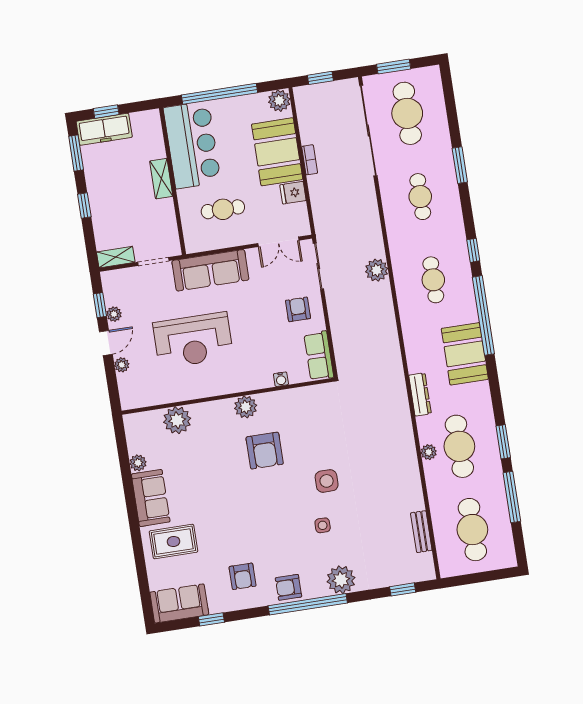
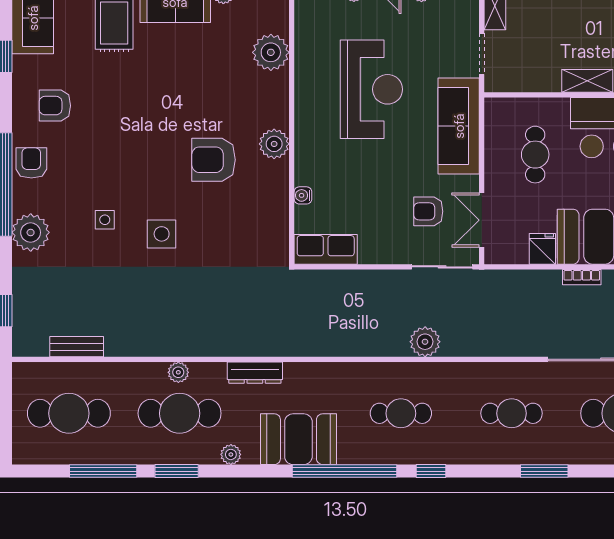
armchair: (298, 309) -> (428, 211), moved, turned 180
reception desk: (193, 340) -> (371, 89), turned 180
plant: (484, 403) -> (231, 454), added

